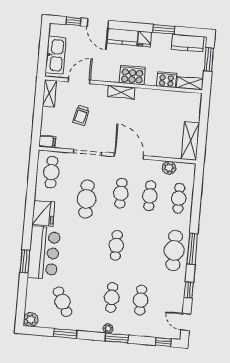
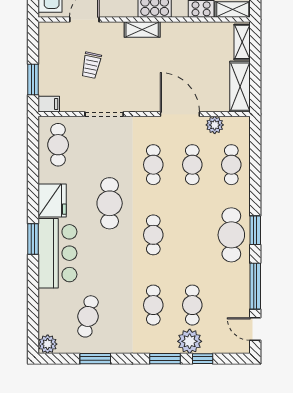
shelving: (49, 93) -> (242, 42), moved
window: (37, 122) -> (33, 79), added
door: (129, 156) -> (180, 114), moved
cafe table: (87, 199) -> (110, 203), moved
window: (192, 249) -> (255, 230), width x0.69
window: (25, 261) -> (33, 239), moved
window: (189, 290) -> (255, 286), width x2.17
cafe table: (63, 302) -> (88, 316), turned 39
plant: (108, 329) -> (190, 341), moved, width x1.88, depth x1.88
window: (163, 342) -> (203, 359), moved

